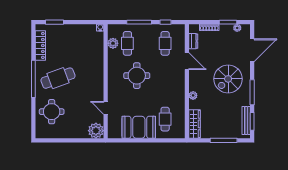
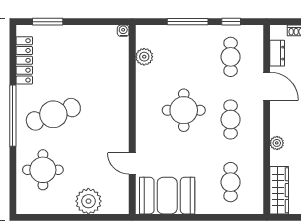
cafe table: (127, 43) -> (231, 119), moved
booth: (139, 127) -> (167, 196), moved
plant: (96, 131) -> (88, 201), moved

